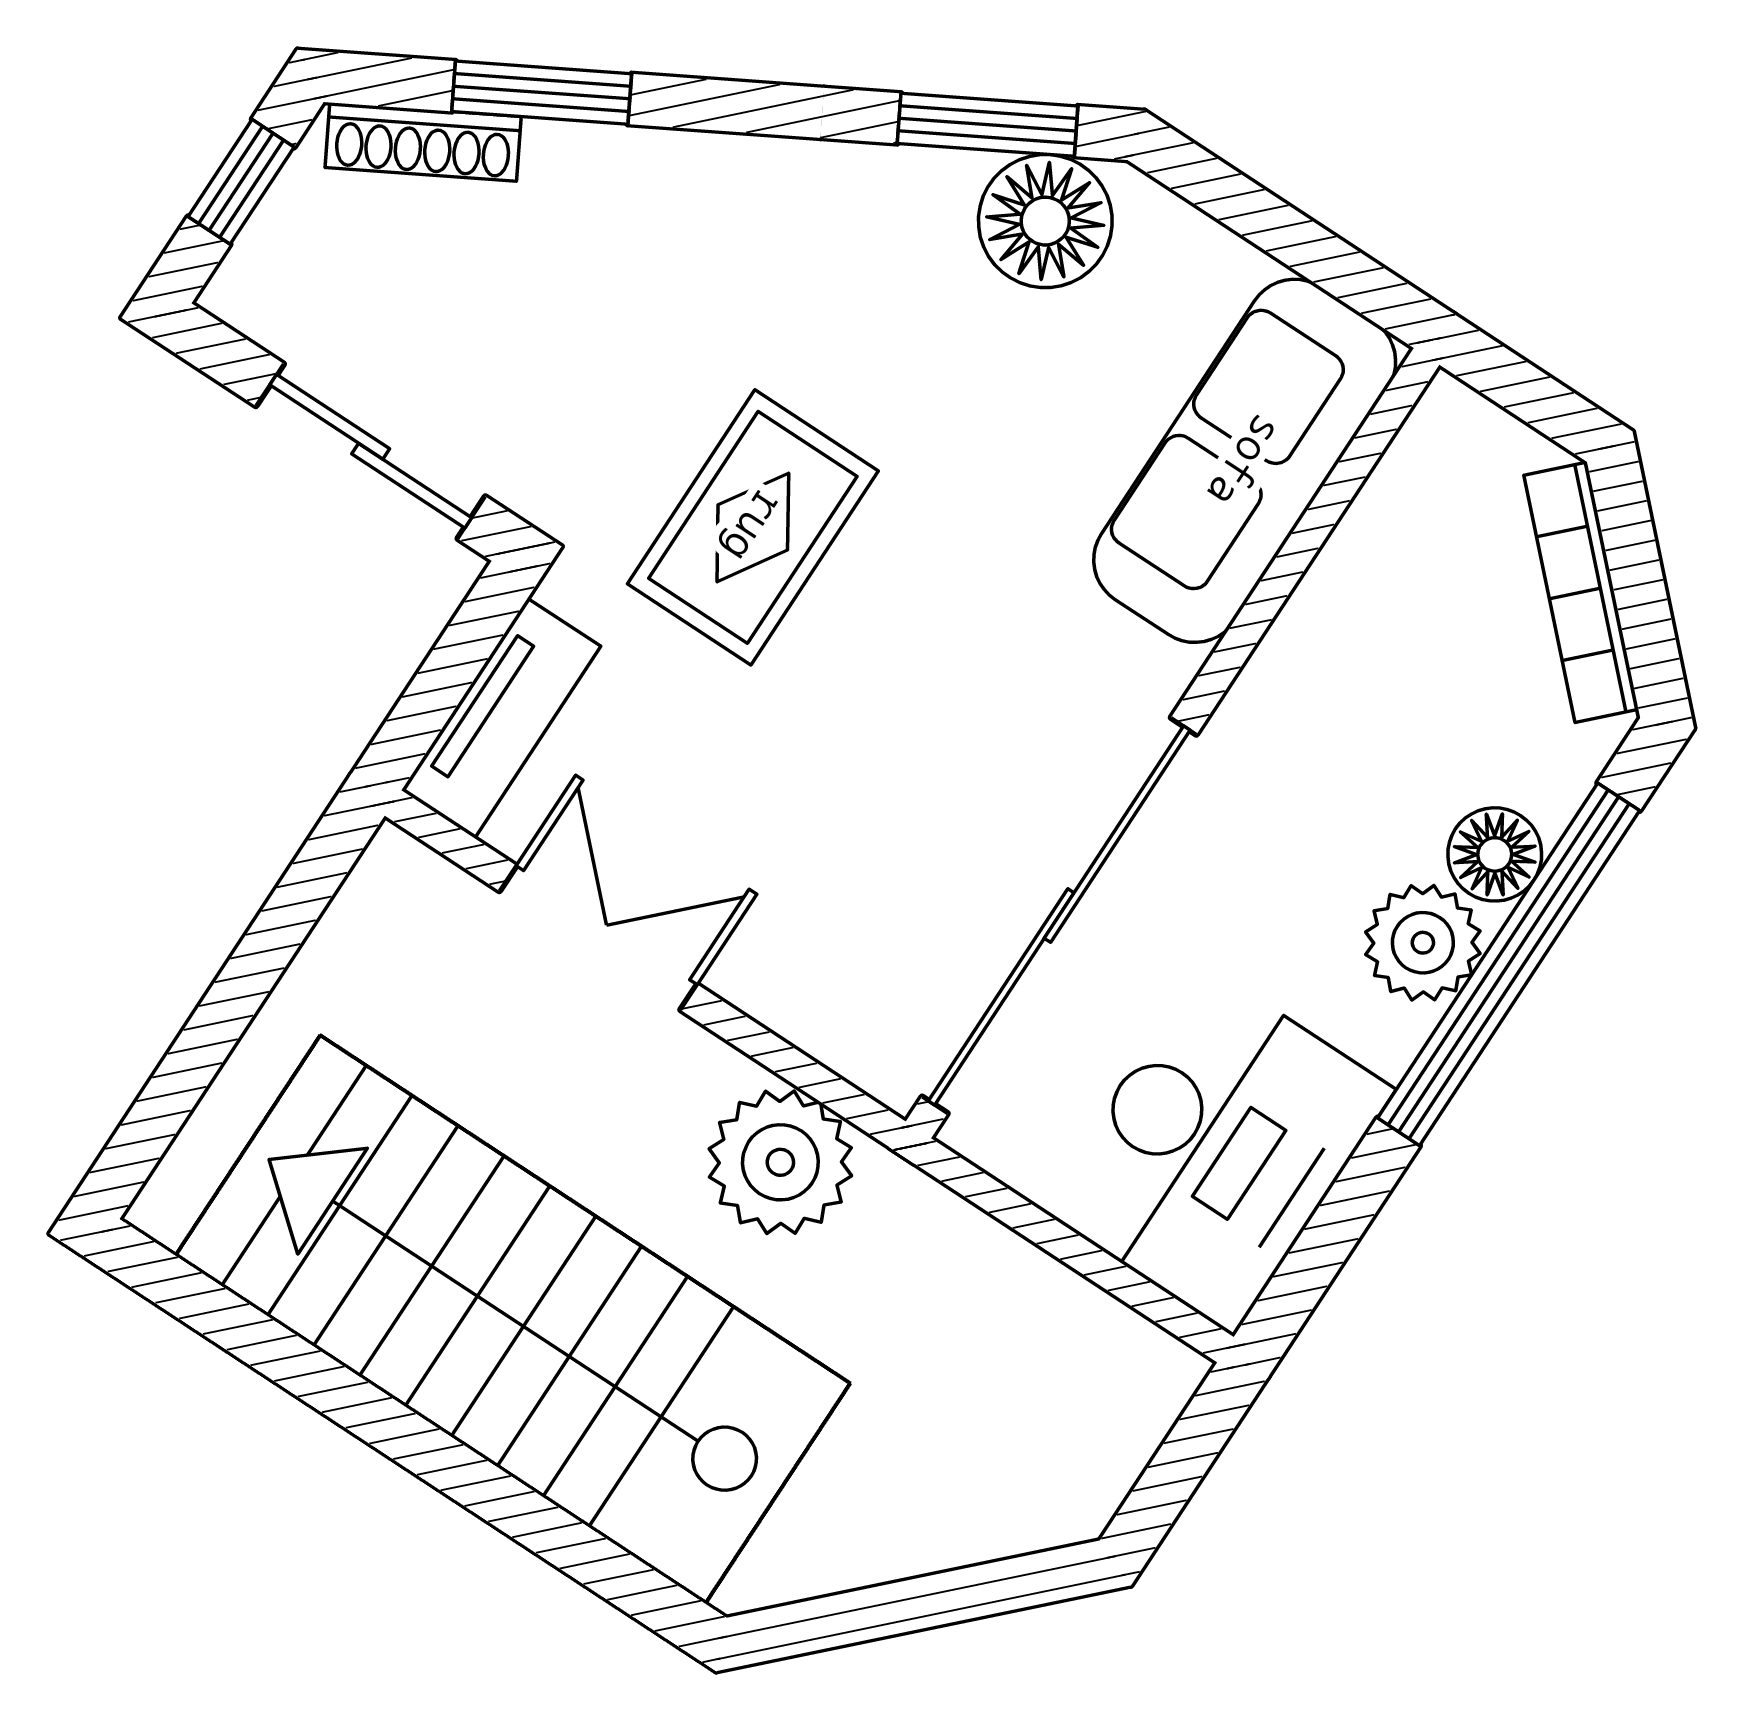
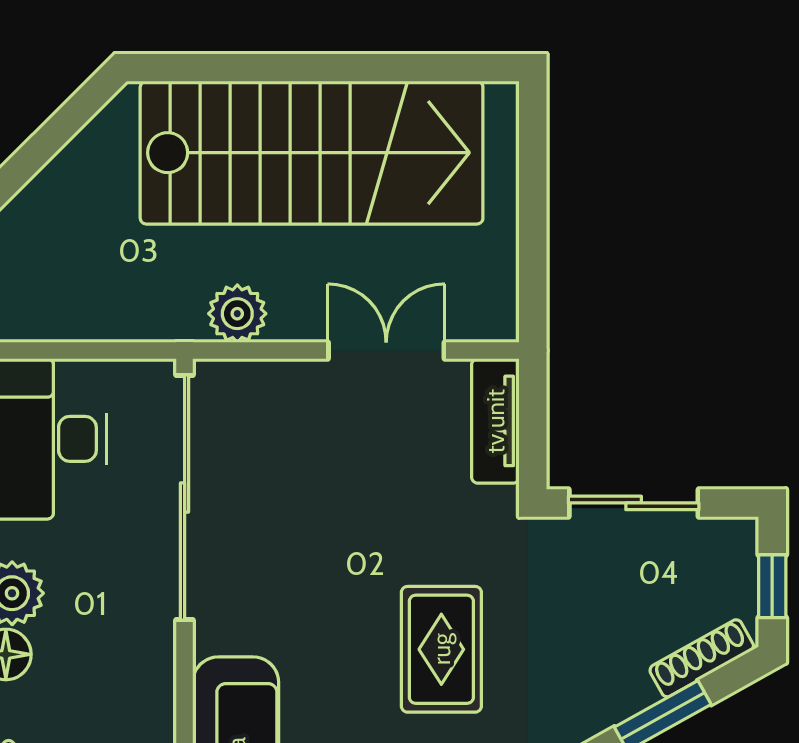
rug: (753, 527) -> (441, 649), moved
double door: (598, 938) -> (386, 351), swing flipped
plant: (780, 1162) -> (237, 314), width x0.73, depth x0.73

